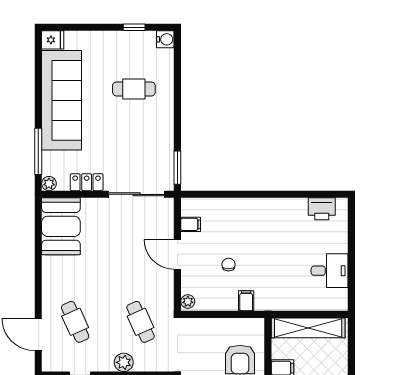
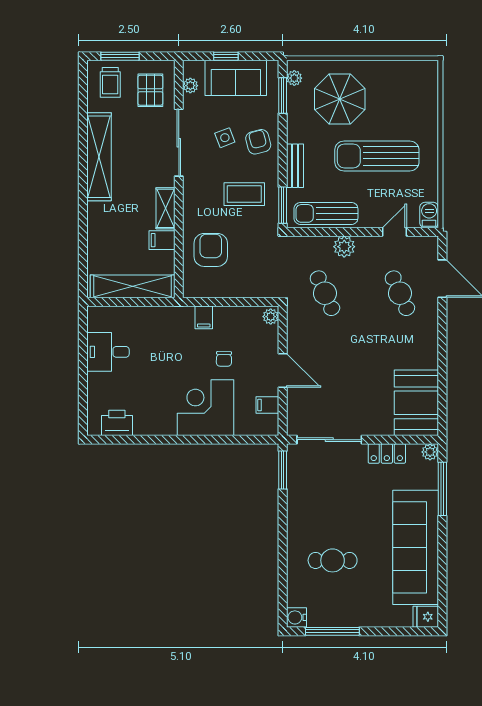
window: (134, 27) -> (332, 631), width x2.17
corner desk: (245, 222) -> (205, 408), added

